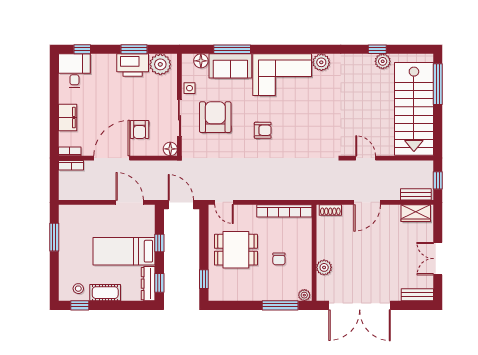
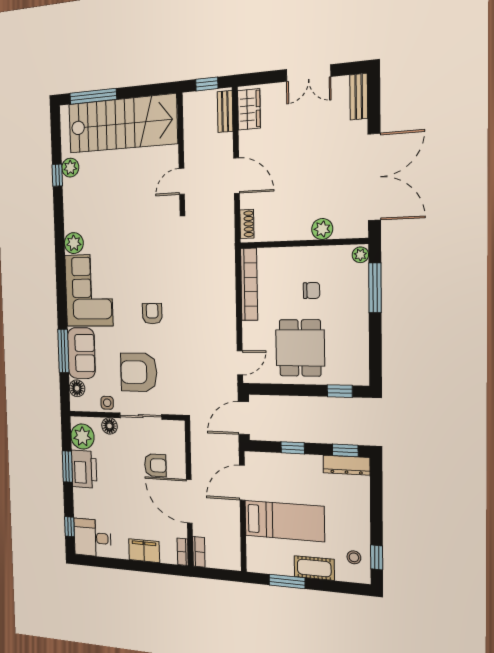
floor lamp: (170, 149) -> (109, 426), moved
bed: (124, 251) -> (284, 521), moved, turned -90
cot: (105, 293) -> (314, 568), moved, turned 90

